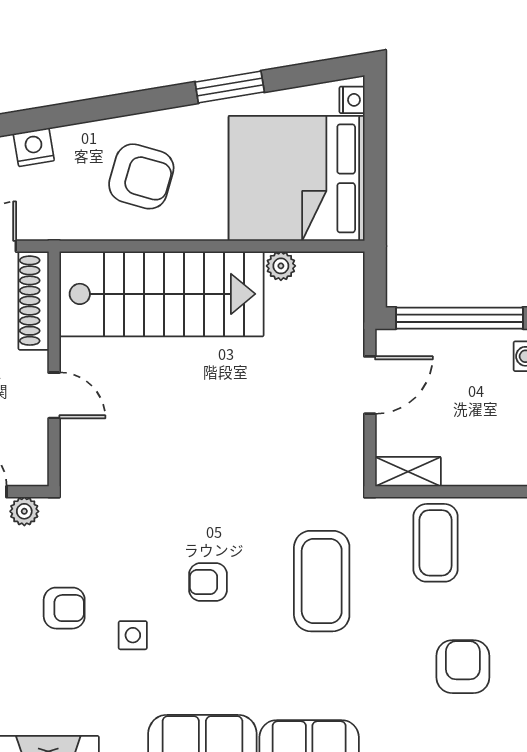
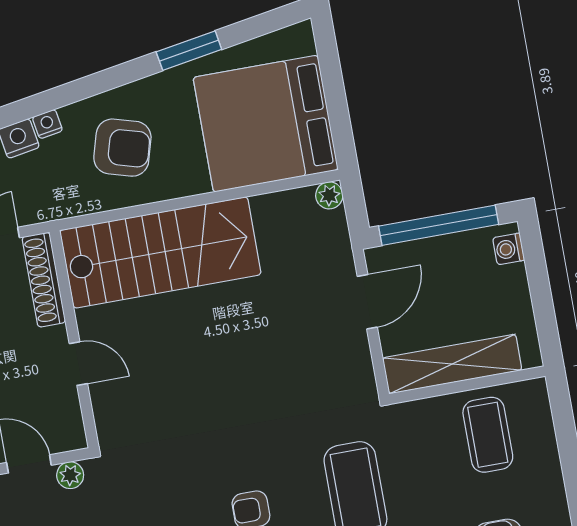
nightstand: (352, 100) -> (47, 124), moved, turned -99
plant: (281, 266) -> (329, 195), moved
shelving: (408, 472) -> (452, 364), width x2.20, depth x1.33
coffee table: (436, 543) -> (488, 435), moved

